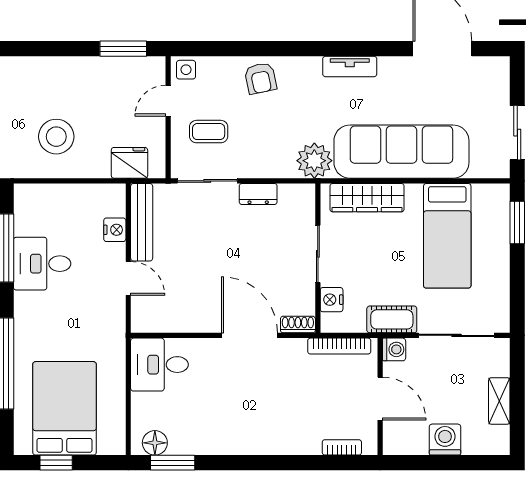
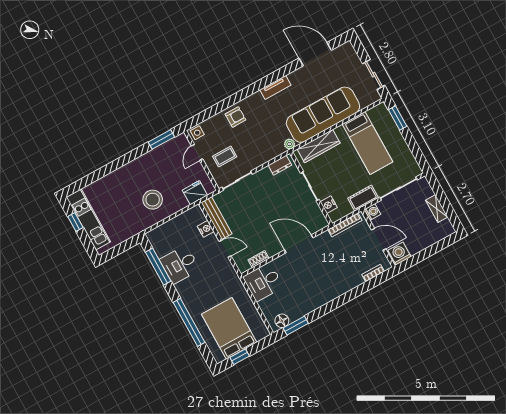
armchair: (260, 78) -> (235, 117), turned -78
plant: (314, 161) -> (290, 144), width x0.53, depth x0.53
dresser: (258, 194) -> (280, 165), moved
shoe rack: (298, 325) -> (259, 259), moved
washing machine: (445, 440) -> (399, 254), moved

